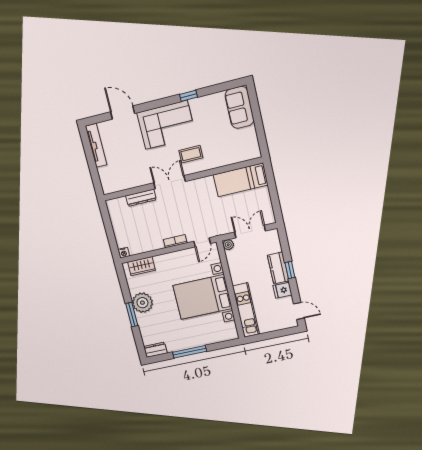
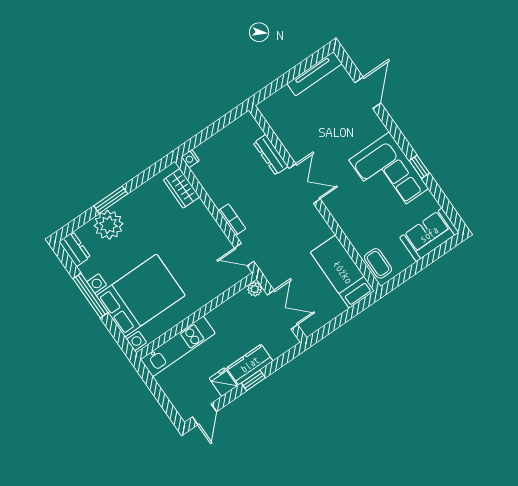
corner sofa: (166, 125) -> (389, 174), moved
coffee table: (191, 154) -> (378, 263), moved
bed with nightstands: (203, 297) -> (141, 296), moved, turned 90
plant: (142, 303) -> (108, 225), moved

